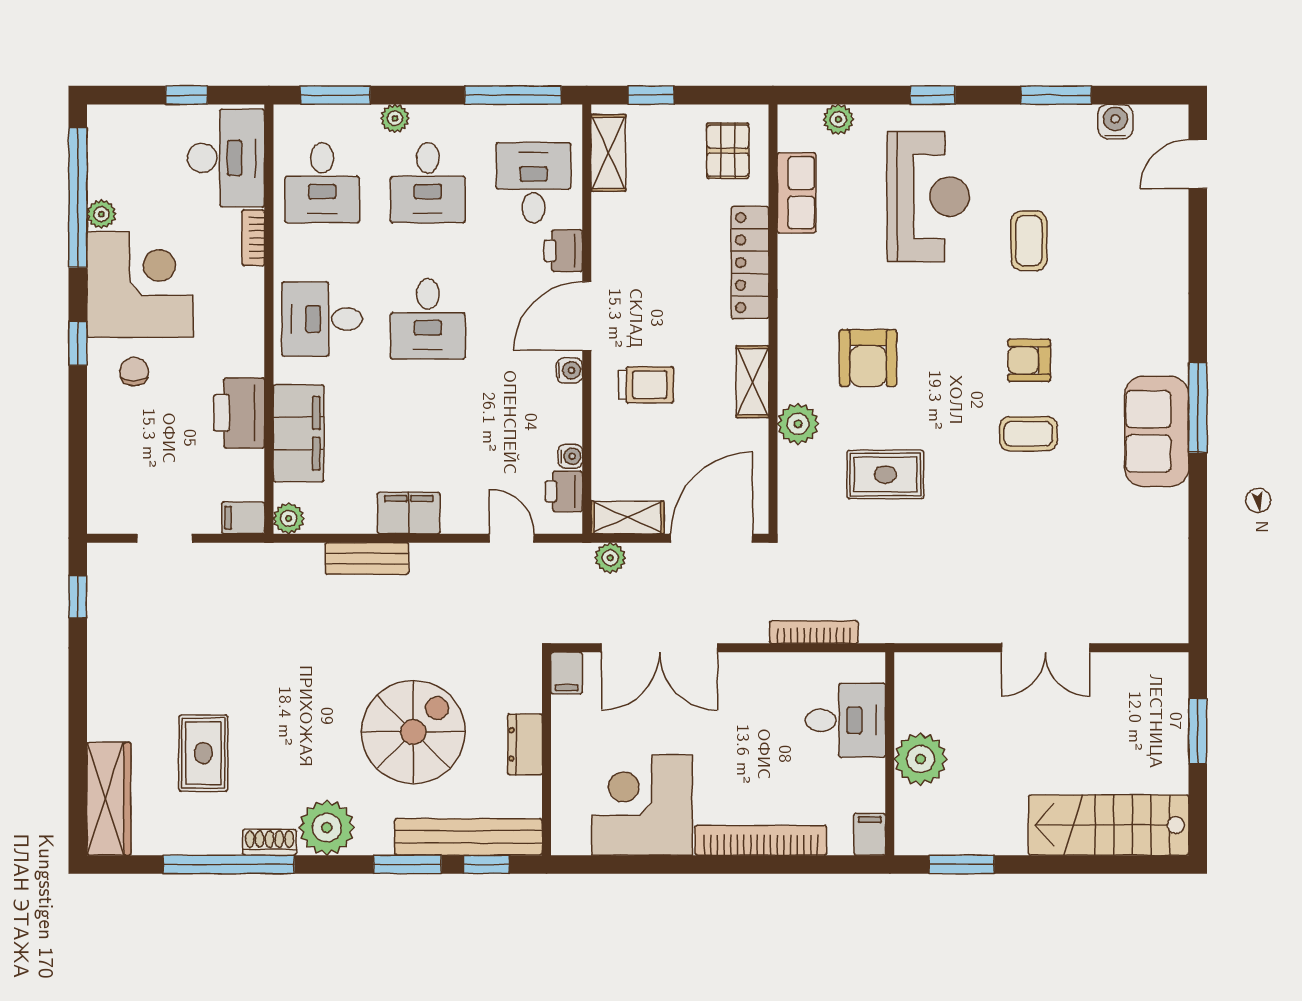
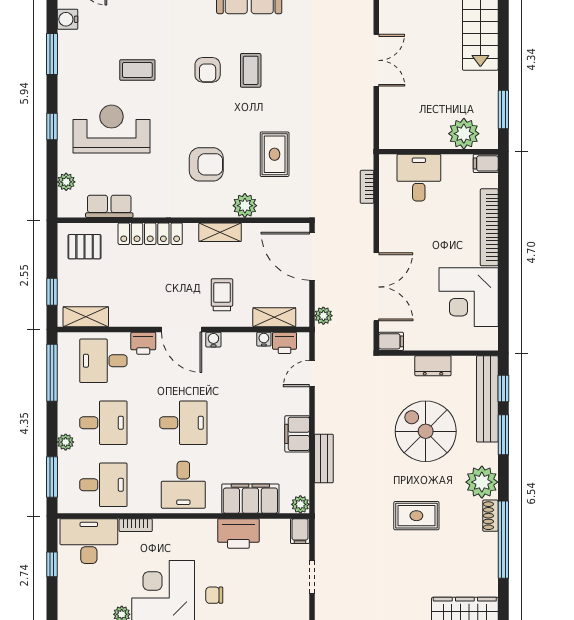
shelving: (627, 517) -> (274, 317), moved, turned 90
bookcase: (814, 632) -> (367, 187), width x0.64
rug: (203, 753) -> (416, 516), moved
plant: (921, 759) -> (464, 134), moved

